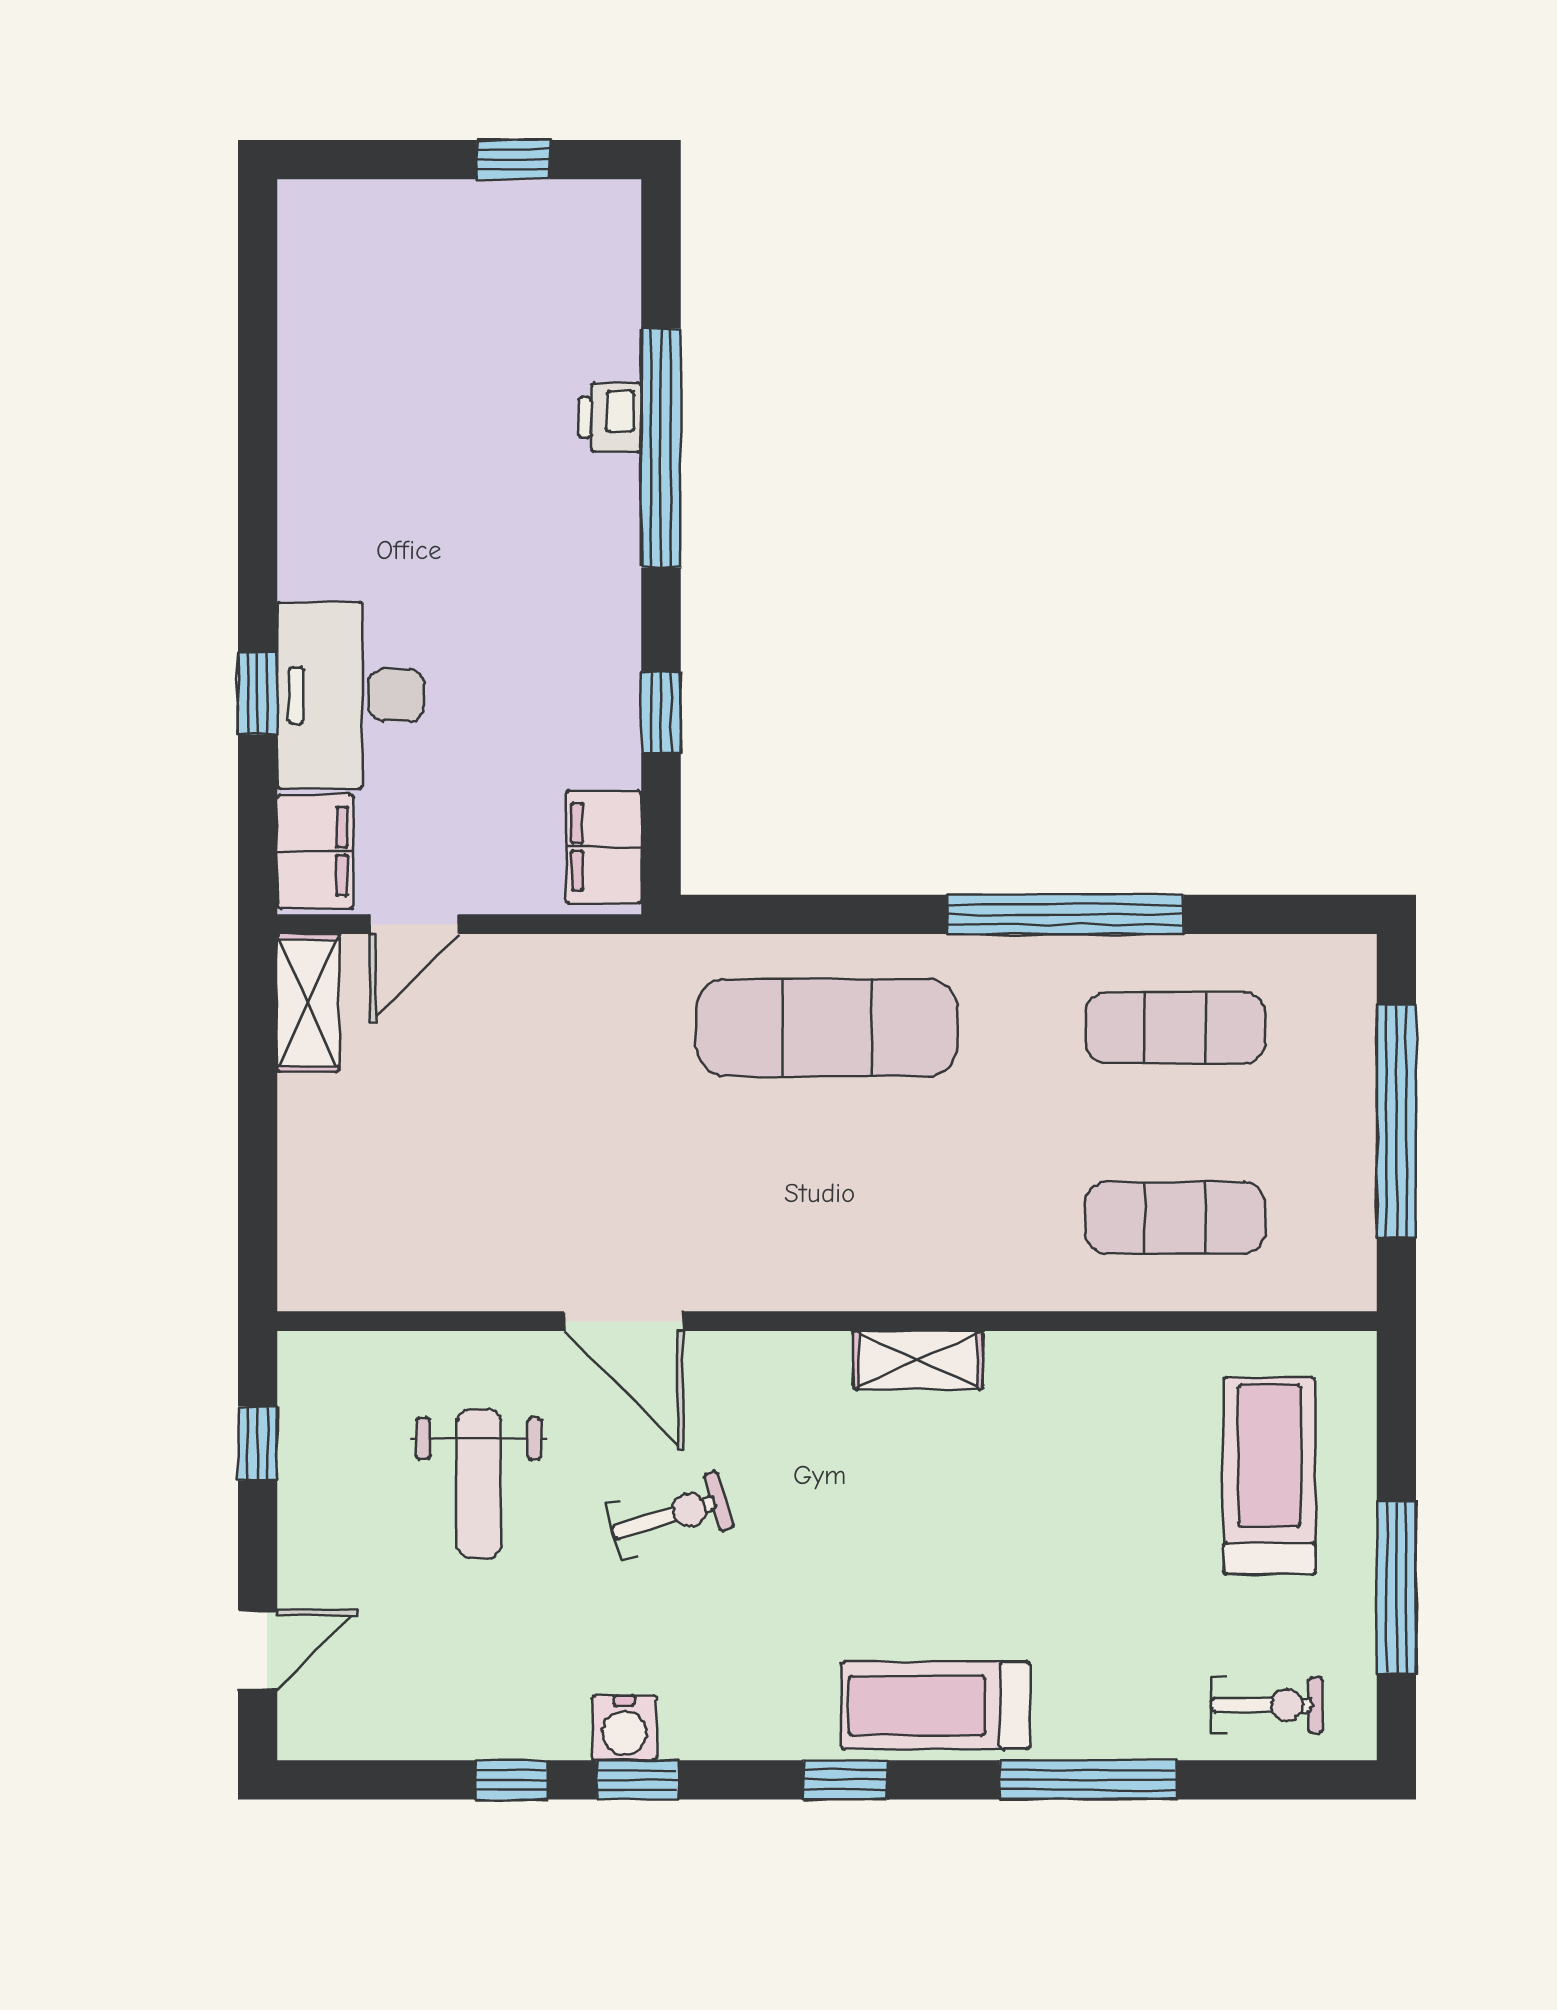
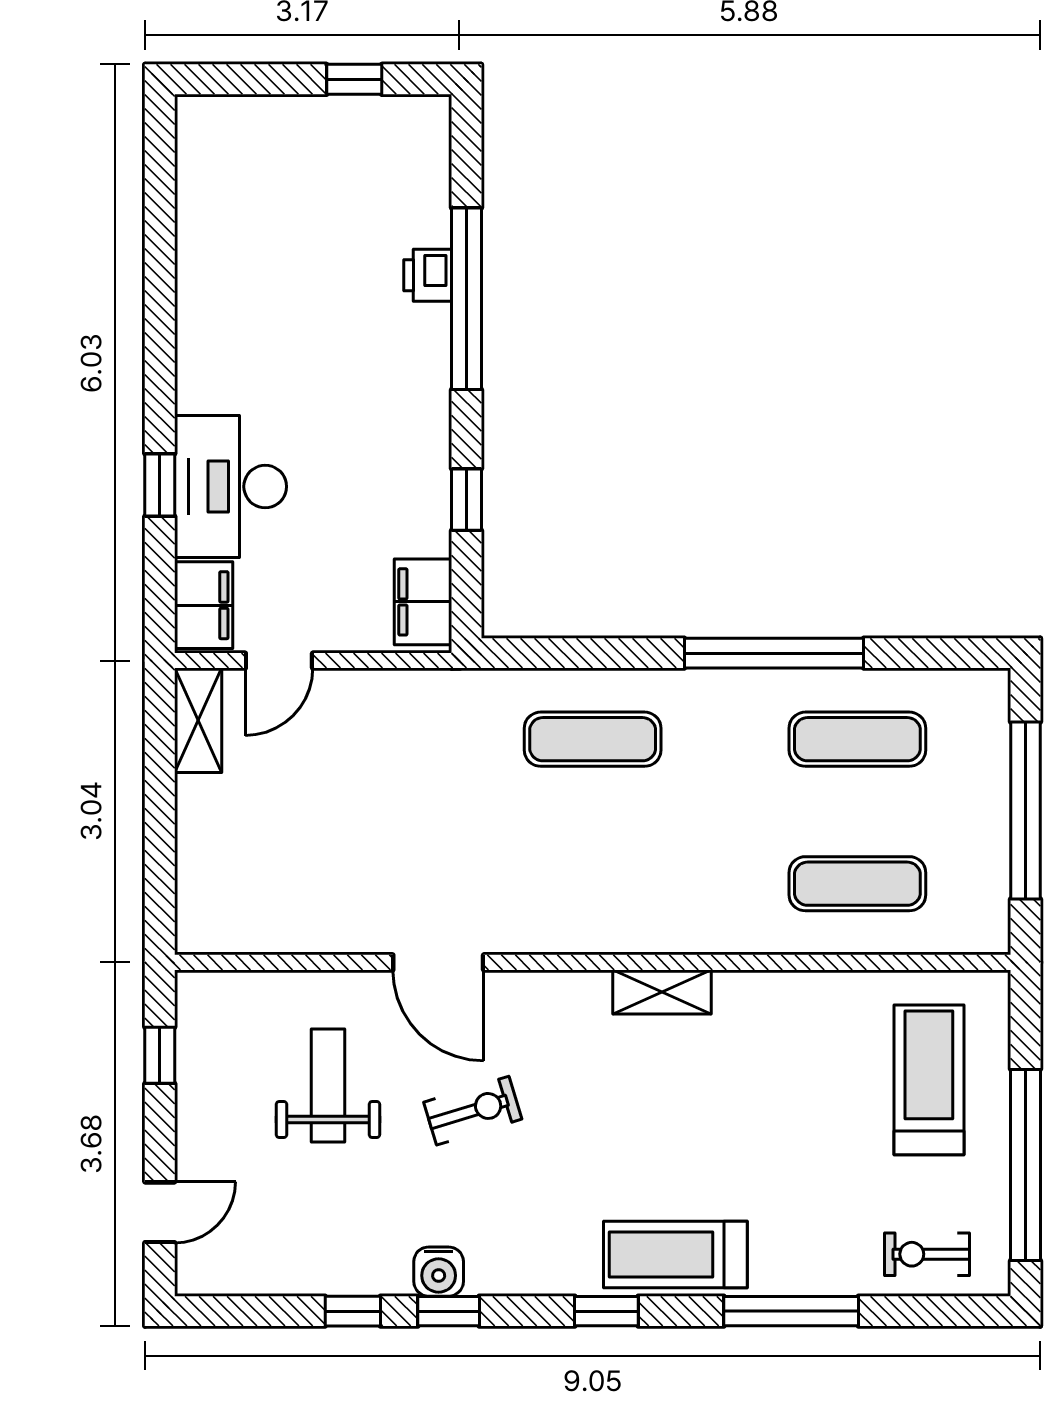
exercise mat: (827, 1028) -> (593, 739), width x0.73, depth x0.69
weight bench: (479, 1483) -> (328, 1086), turned 180
window: (1396, 1588) -> (1026, 1165), width x1.46
exercise bike: (1267, 1705) -> (927, 1254), turned 180

